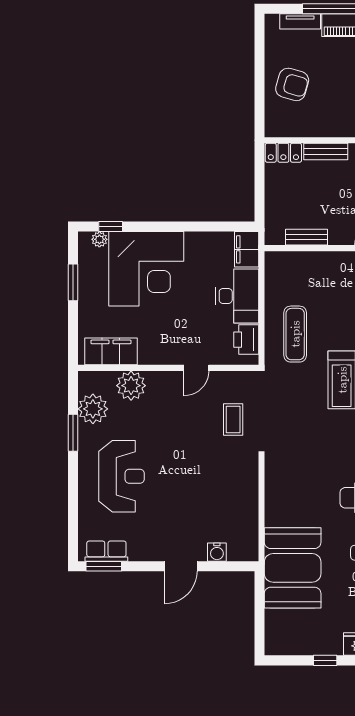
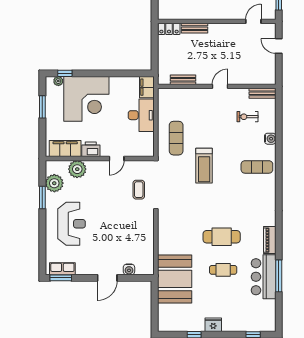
printer: (246, 340) -> (91, 149), moved, turned 90

